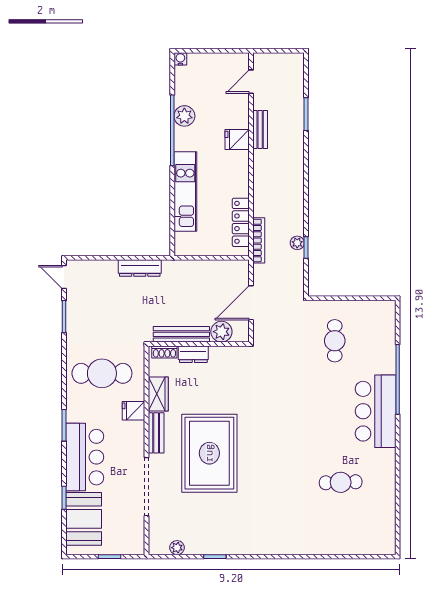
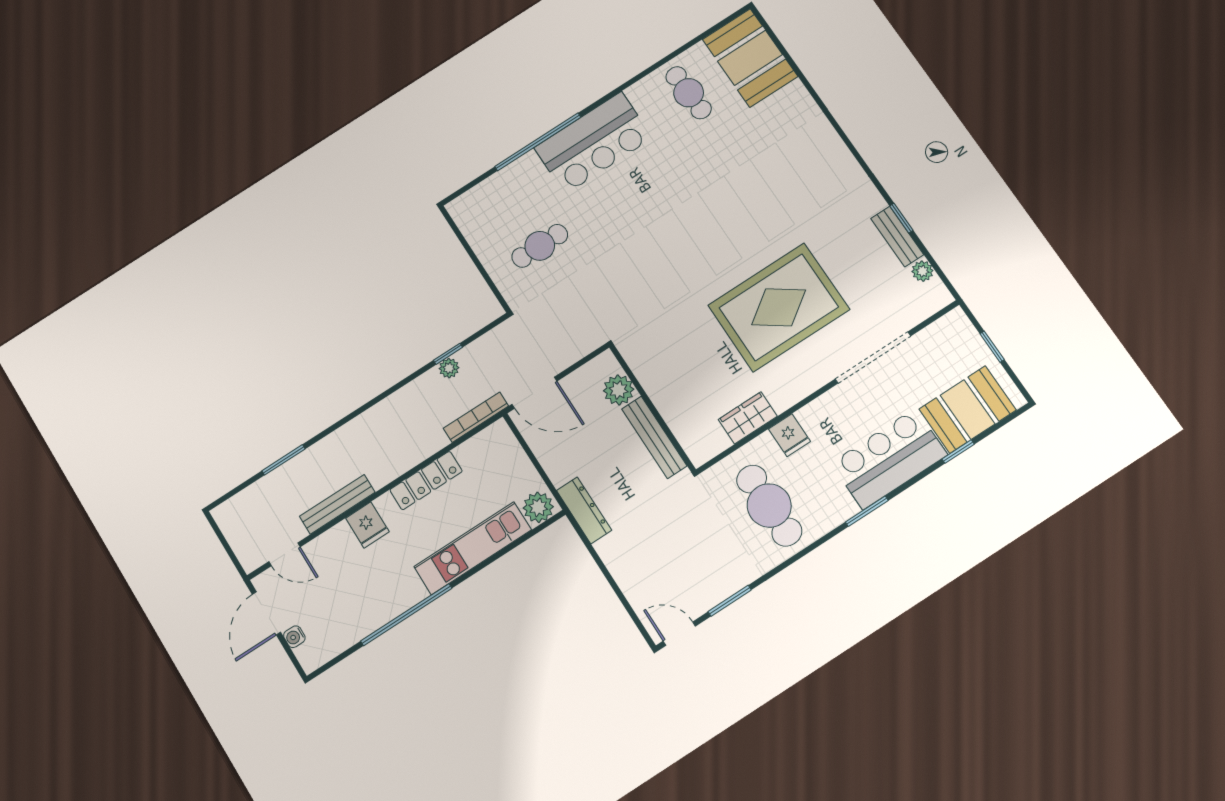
door: (224, 51) -> (266, 613), added
water cooler: (180, 59) -> (294, 637), moved
plant: (184, 116) -> (538, 507), moved
bench: (260, 129) -> (337, 504), width x1.36
locker: (241, 222) -> (426, 481), moved
dresser: (140, 268) -> (584, 510), moved
door: (64, 277) -> (679, 634), swing flipped
door: (251, 303) -> (534, 393), moved
shoe rack: (164, 352) -> (690, 444), removed
dresser: (193, 354) -> (669, 406), removed
bench: (156, 433) -> (897, 237), moved, turned 90
cafe table: (341, 482) -> (689, 93), moved
booth: (366, 535) -> (750, 58), added

